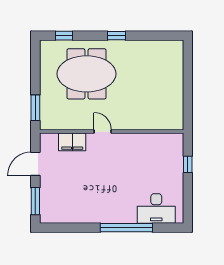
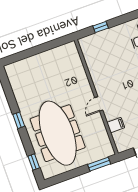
meeting table: (86, 74) -> (58, 133), width x1.36
filing cabinet: (72, 142) -> (116, 125), width x0.50

